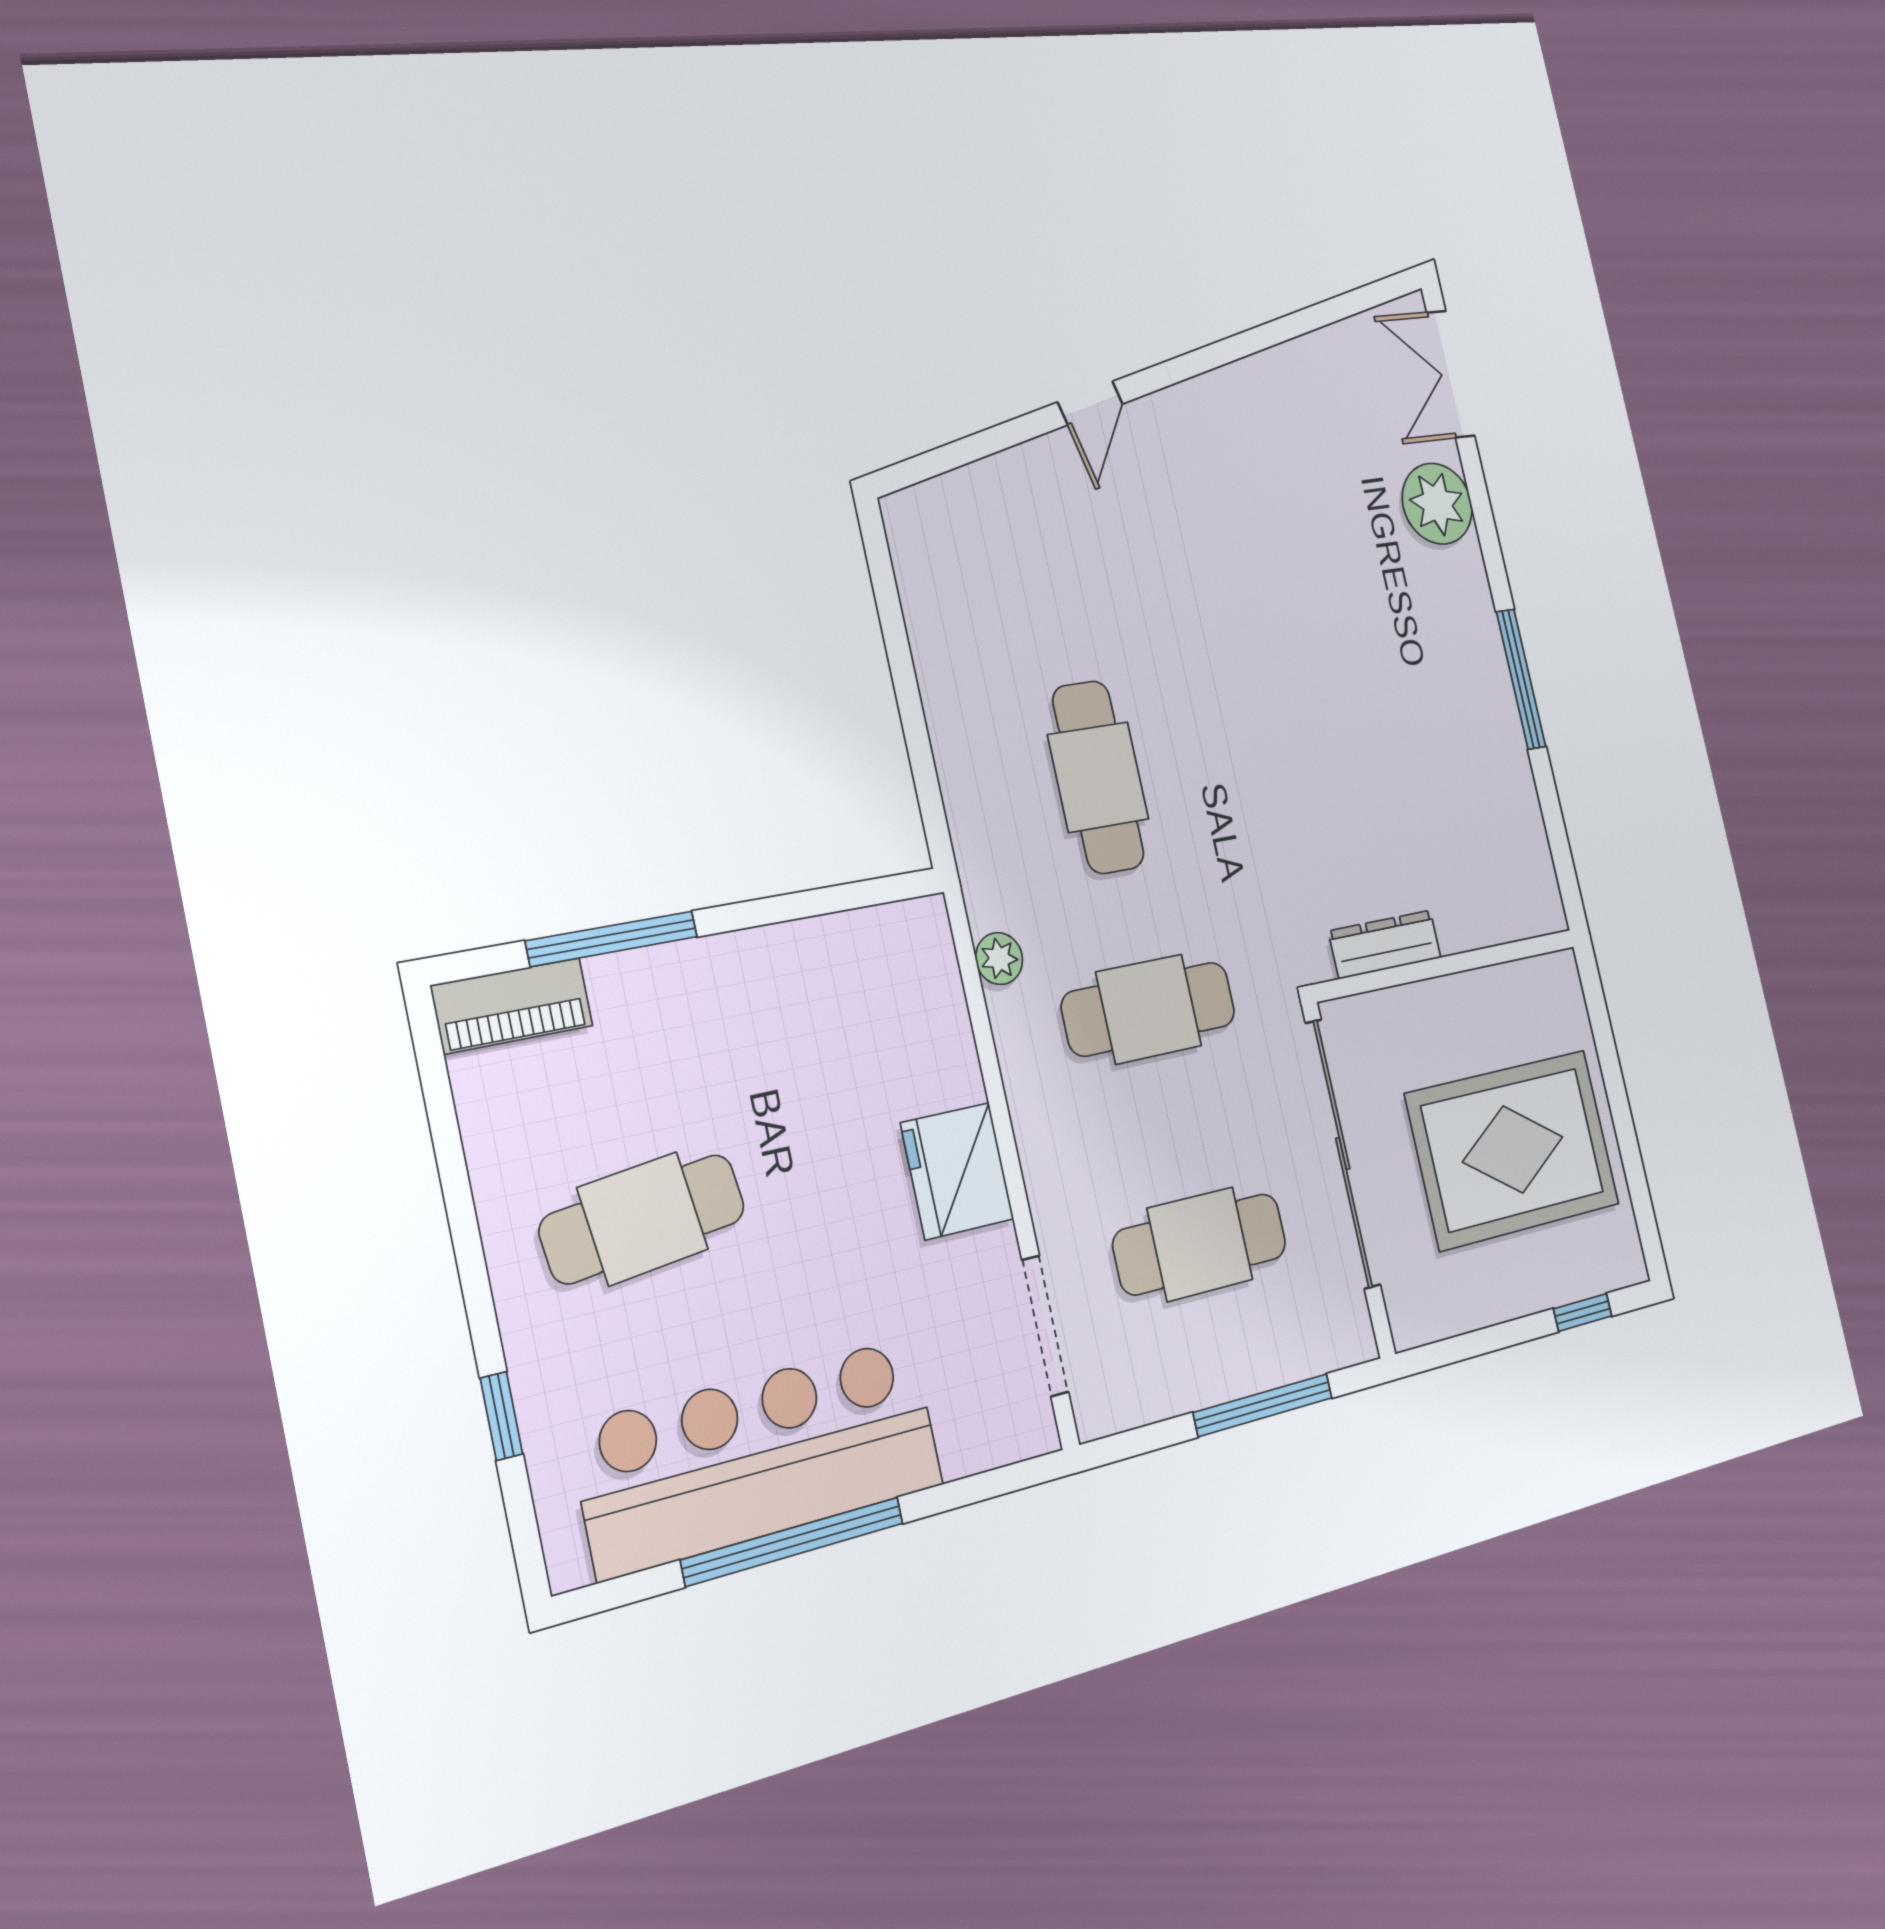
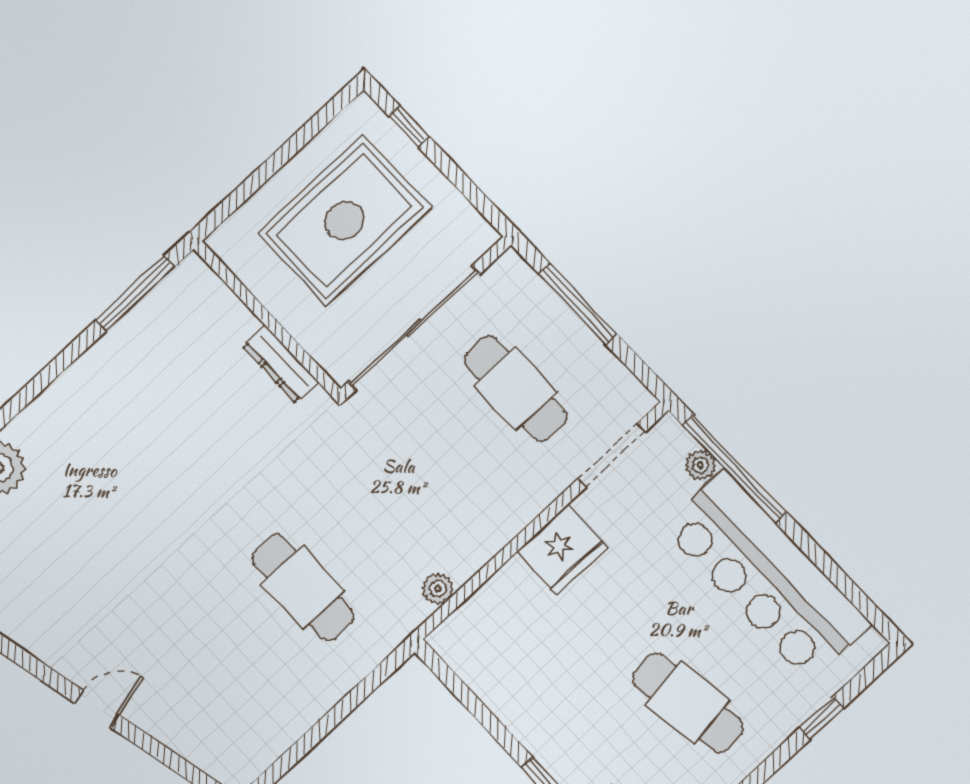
window: (1521, 679) -> (135, 293), moved
cafe table: (1098, 777) -> (303, 587), turned 90
cafe table: (1149, 1009) -> (409, 488), removed
rug: (1513, 1149) -> (344, 220), turned 90
plant: (965, 1451) -> (700, 465), added
window: (793, 1541) -> (734, 468), moved

